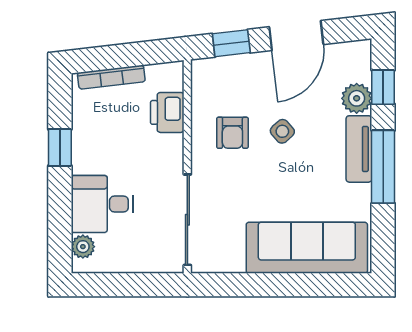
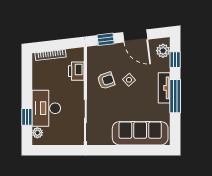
door: (296, 36) -> (135, 36), hinge flipped
plant: (357, 98) -> (163, 51), moved
armchair: (232, 133) -> (106, 80), turned -109
window: (60, 147) -> (27, 117), moved
desk: (102, 204) -> (46, 108), width x1.37

